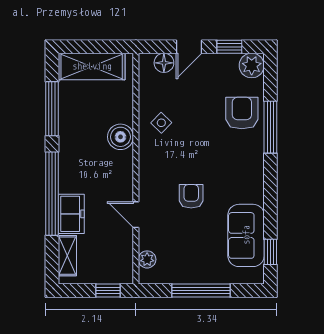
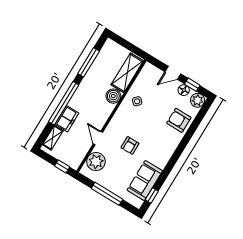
floor lamp: (164, 63) -> (184, 90), moved
shelving: (92, 66) -> (127, 73), moved, turned 90
armchair: (242, 113) -> (179, 120), turned -90
window: (270, 127) -> (188, 135), removed
armchair: (191, 196) -> (130, 145), turned 180
plant: (147, 259) -> (96, 162), width x1.87, depth x1.87

